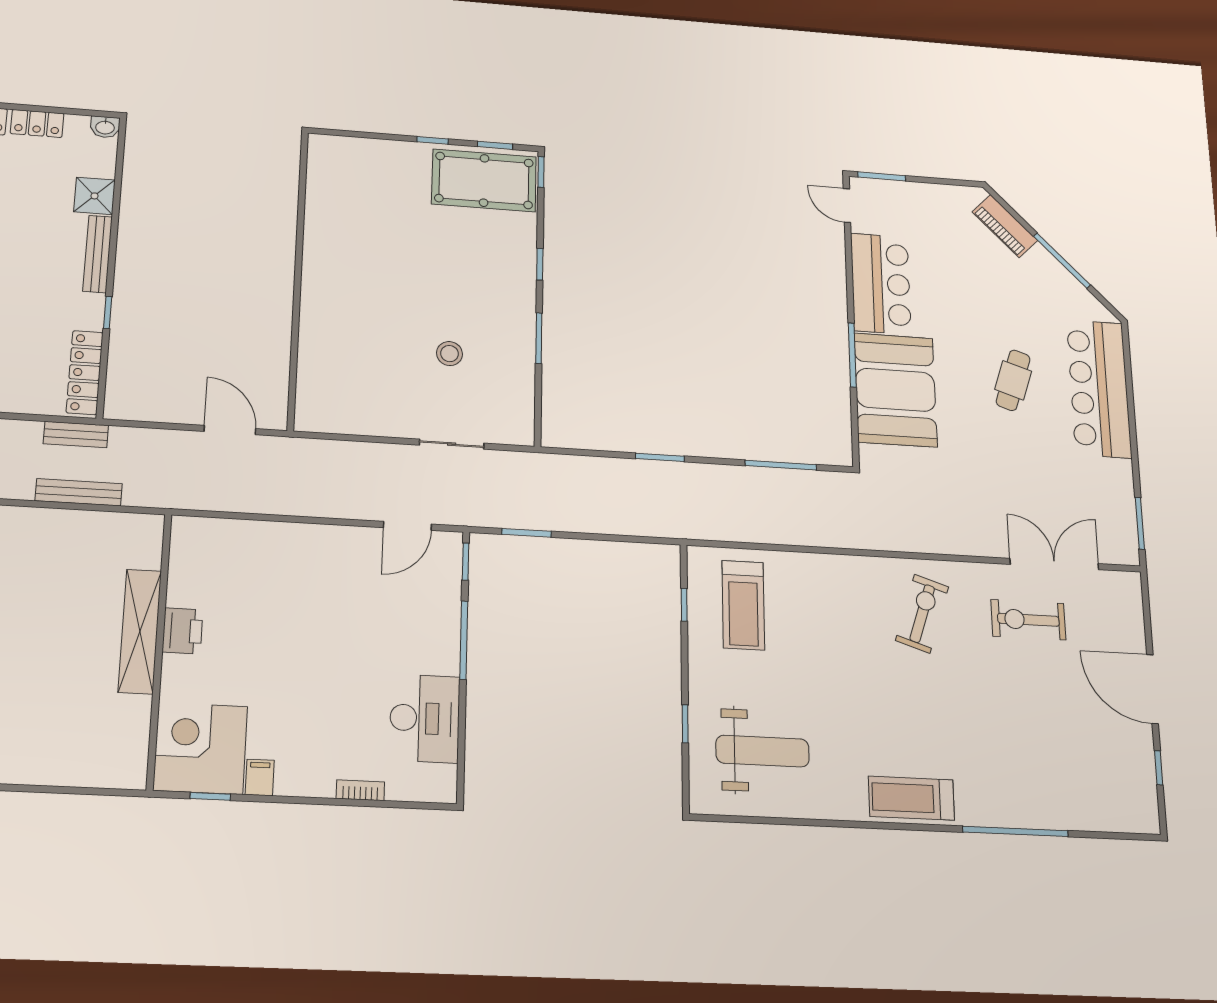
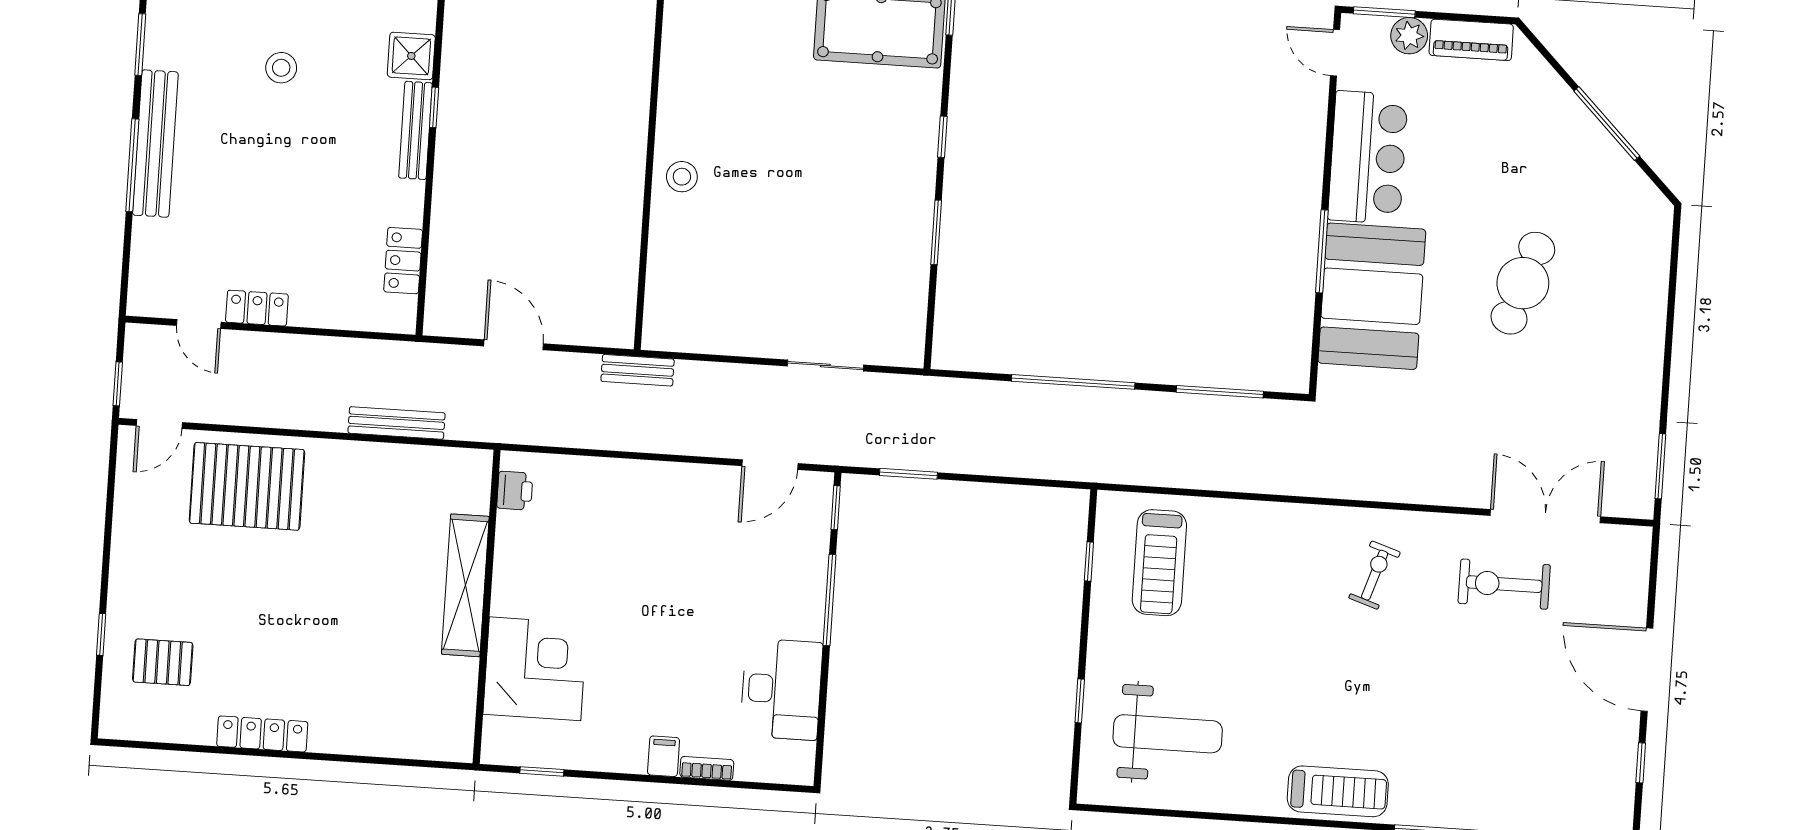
plant: (903, 194) -> (1409, 36), added
piano: (1005, 226) -> (1471, 40), moved, turned -45
window: (108, 312) -> (434, 107), moved
stool: (449, 354) -> (682, 177), moved
locker: (85, 373) -> (403, 261), width x0.66
cafe table: (1013, 380) -> (1523, 283), width x1.37, depth x1.35
bar counter: (1099, 389) -> (1632, 294), removed
door: (230, 430) -> (514, 345), moved
bench: (76, 434) -> (638, 370), moved
window: (660, 457) -> (1073, 382), width x2.11
exercise bike: (922, 614) -> (1375, 575), width x0.73, depth x0.72
printer: (183, 631) -> (515, 491), moved, width x0.73, depth x0.81
corner desk: (200, 748) -> (535, 669), moved, turned 90
filing cabinet: (260, 777) -> (664, 756), moved
treadmill: (911, 798) -> (1338, 791), turned 180

